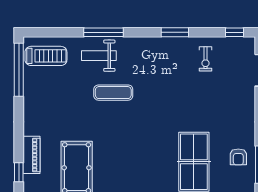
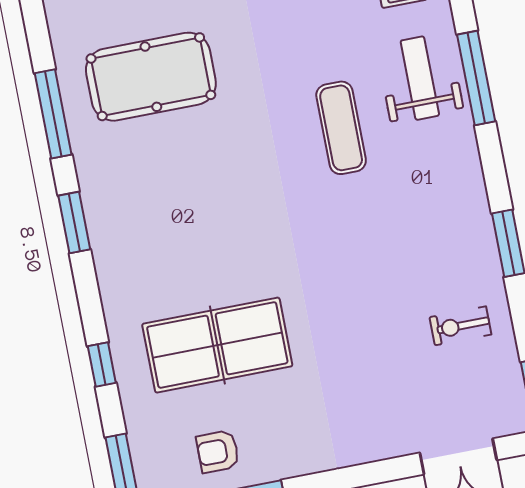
armchair: (238, 157) -> (218, 452), moved

